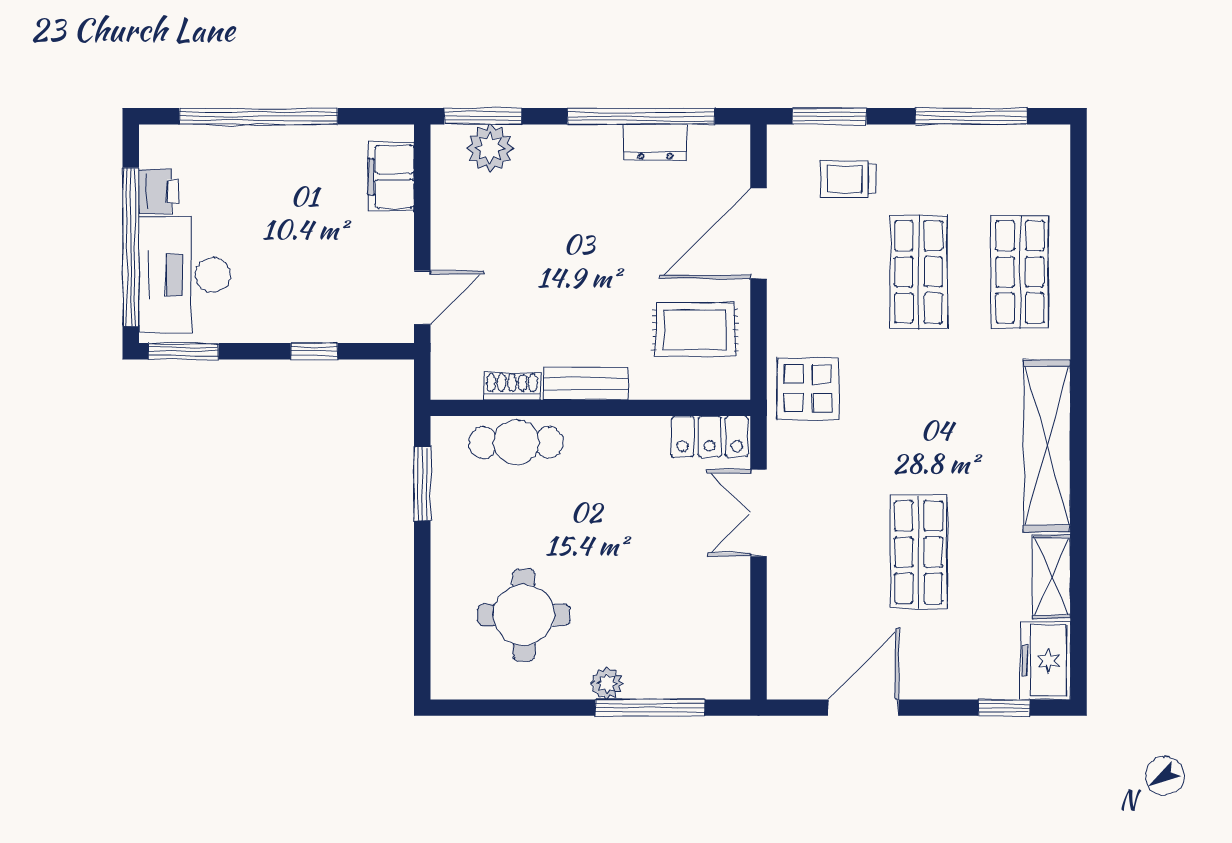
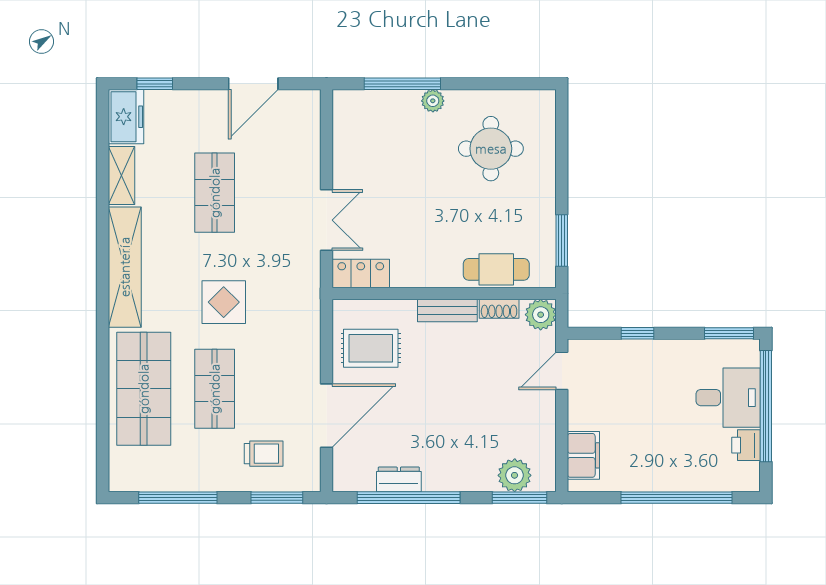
shop shelf: (1020, 272) -> (144, 389), width x1.43, depth x1.36
desk: (185, 275) -> (728, 398), width x0.73
plant: (452, 378) -> (541, 315), added
display table: (808, 389) -> (224, 302), moved

